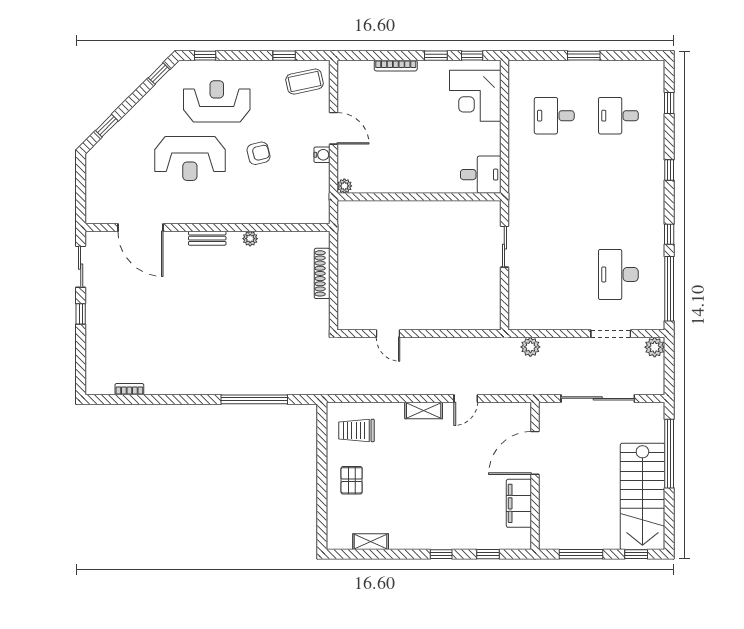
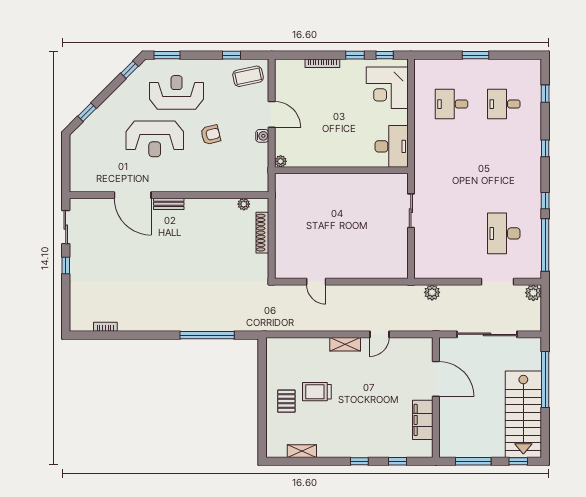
window: (205, 56) -> (167, 55), width x1.50
desk: (481, 175) -> (392, 146), width x1.37
door: (140, 227) -> (133, 195), moved
plant: (250, 239) -> (244, 204), moved
trolley: (356, 430) -> (317, 392), moved
door: (535, 453) -> (436, 379), swing flipped

